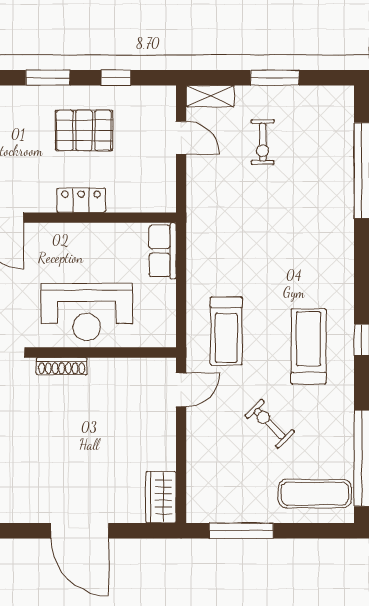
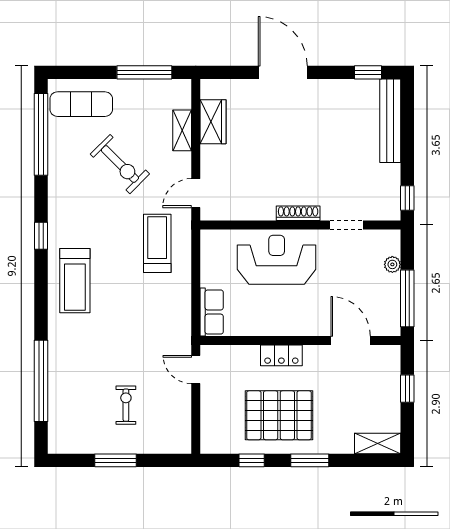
shelving: (210, 96) -> (182, 130), moved, turned 90
pallet: (84, 130) -> (279, 415), width x1.37, depth x1.41
door: (181, 138) -> (196, 370), moved
treadmill: (309, 346) -> (75, 281), moved
exercise bike: (270, 424) -> (120, 164), width x1.38, depth x1.39
wardrobe: (161, 497) -> (213, 122), moved

